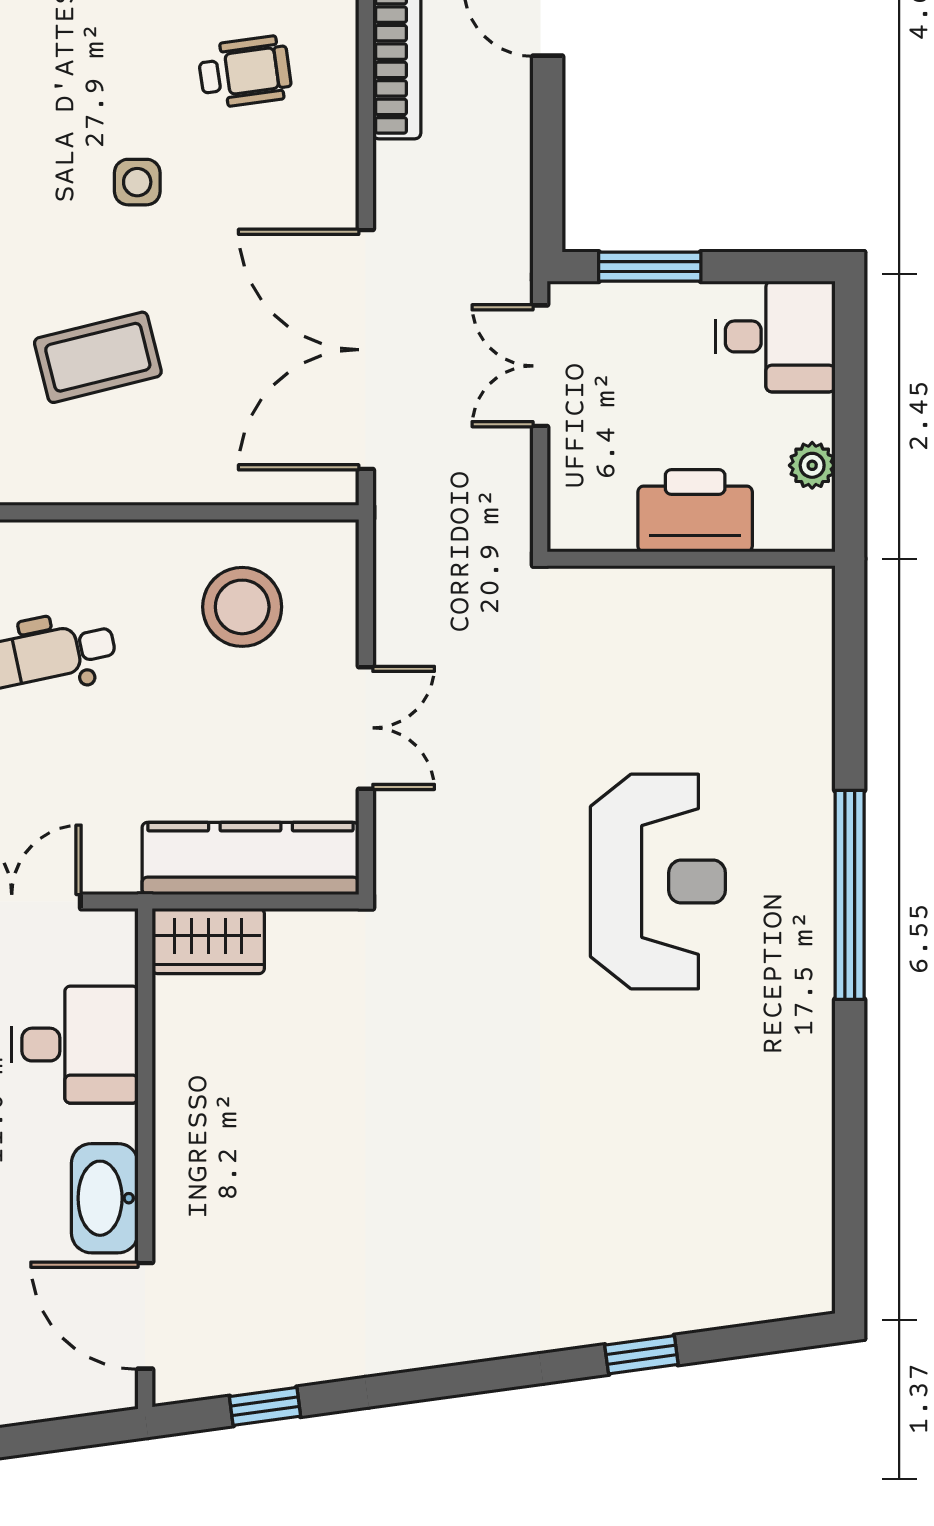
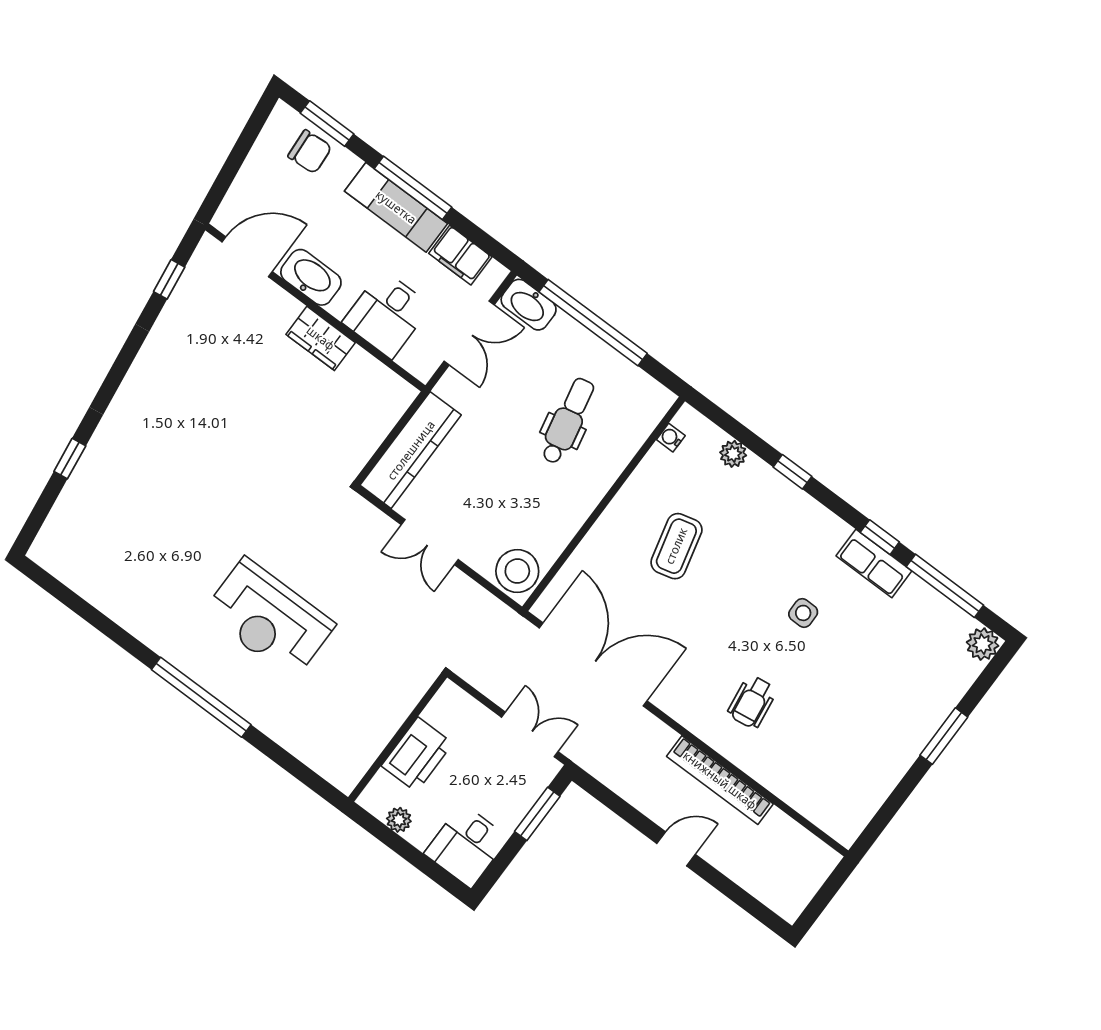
side table: (137, 182) -> (803, 613), moved
stool: (242, 607) -> (517, 571), moved
wardrobe: (208, 941) -> (321, 338), moved, turned -90

